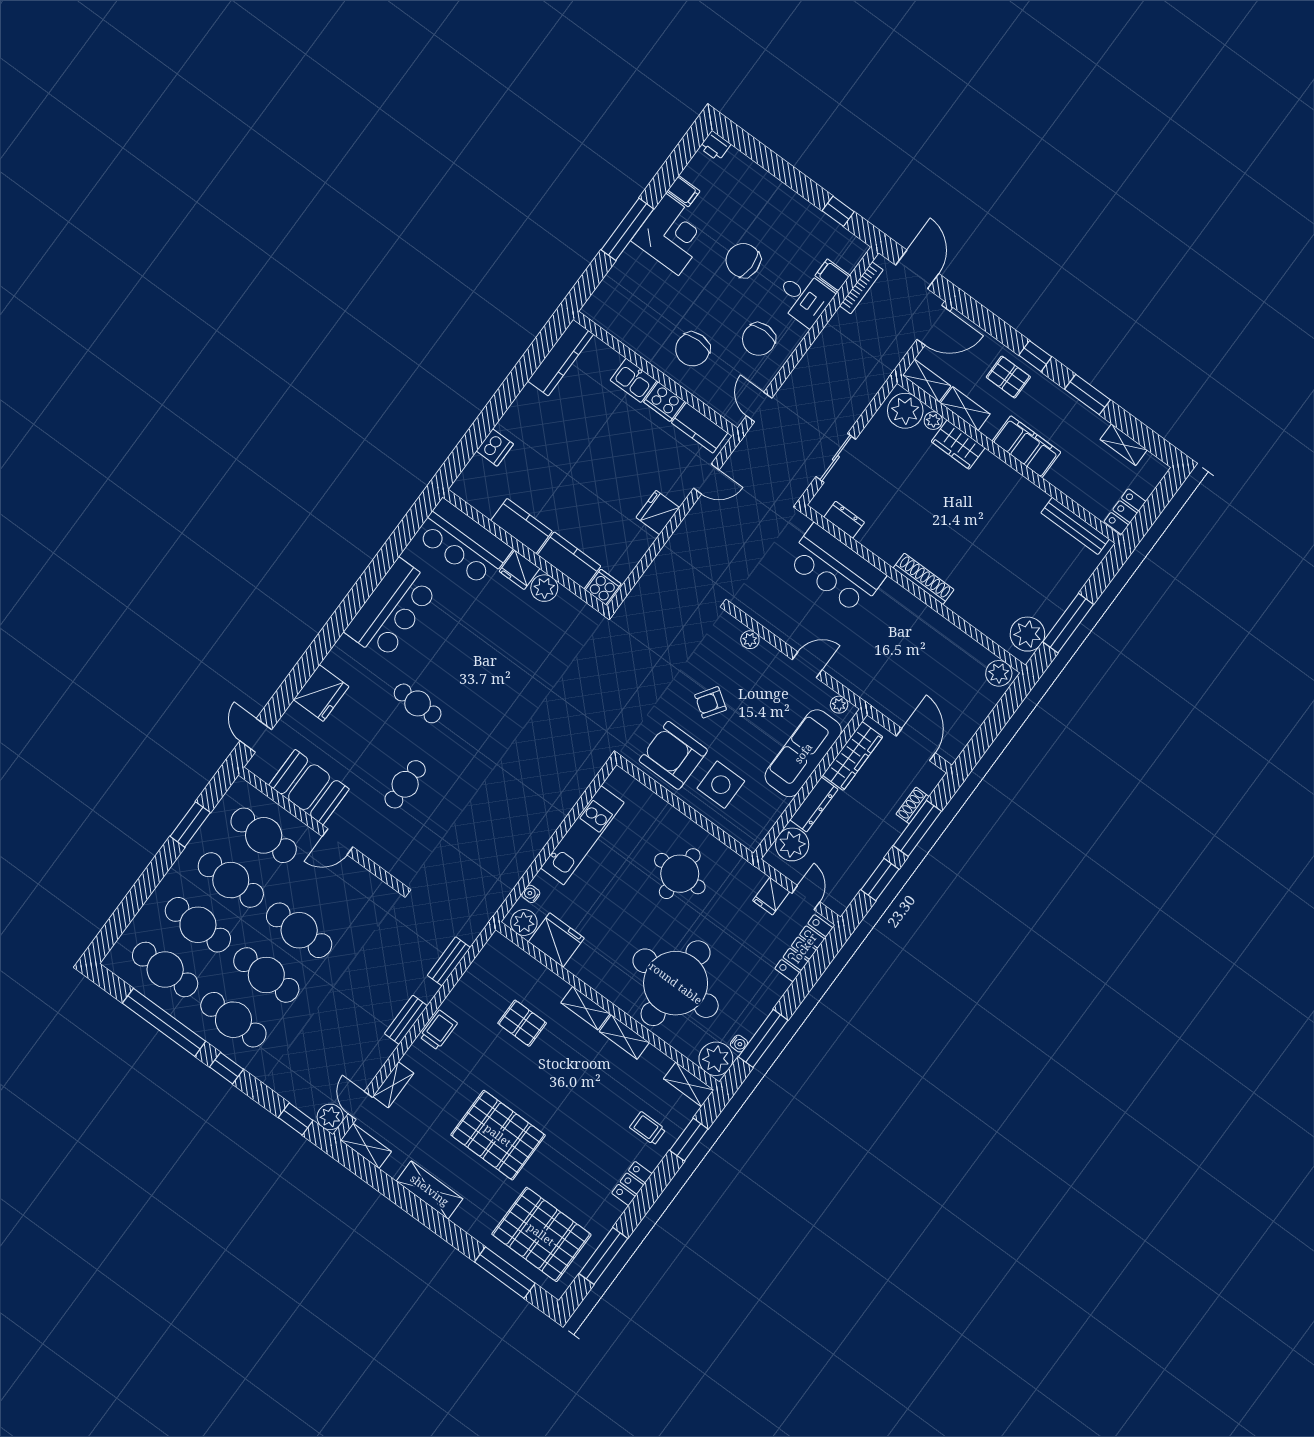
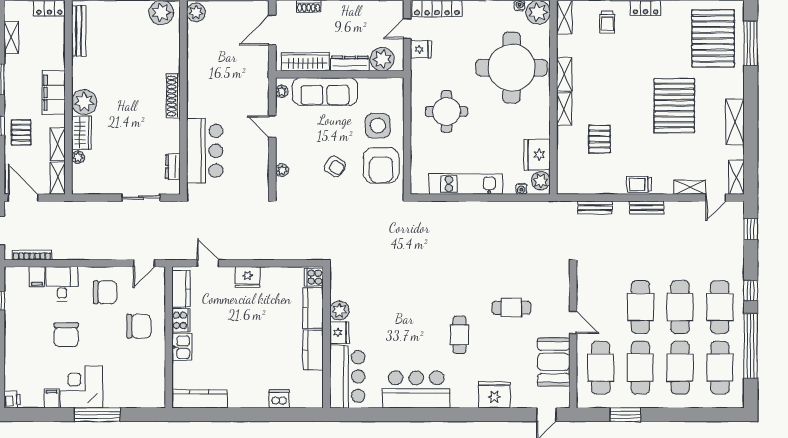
plant: (905, 411) -> (84, 102), moved
plant: (330, 1117) -> (735, 210), removed

